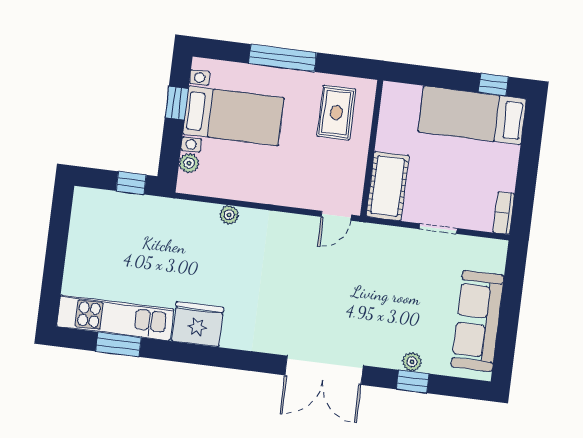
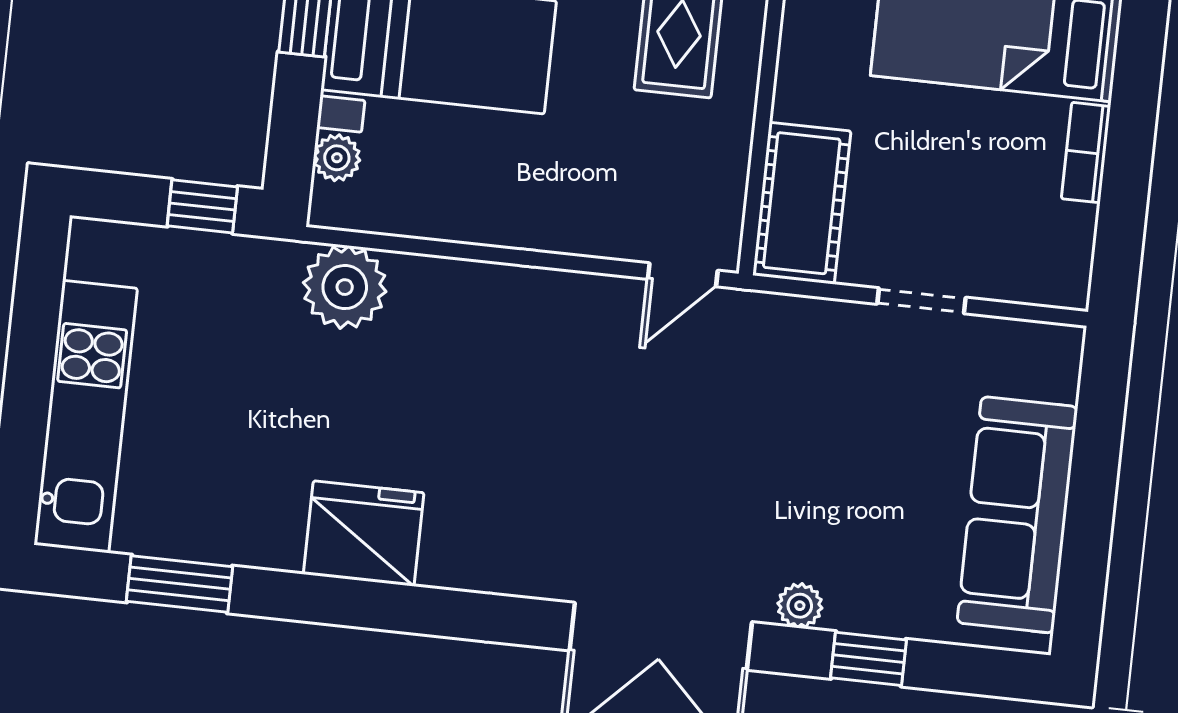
bookcase: (504, 213) -> (1086, 153), moved
plant: (229, 215) -> (345, 287), moved, width x1.88, depth x1.88
kitchen unit: (115, 318) -> (86, 417), moved, turned 90
plant: (412, 362) -> (800, 606), moved

